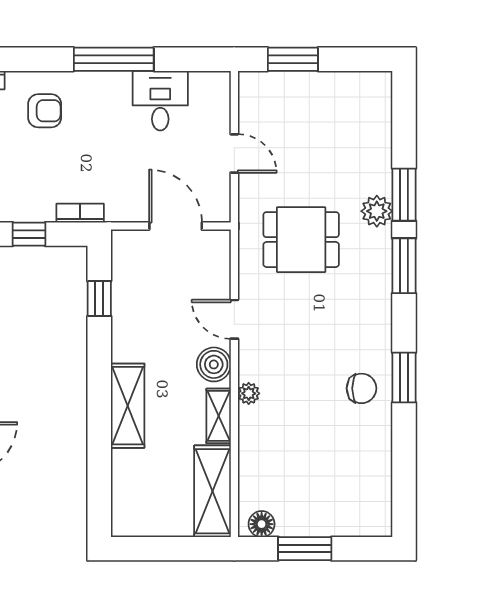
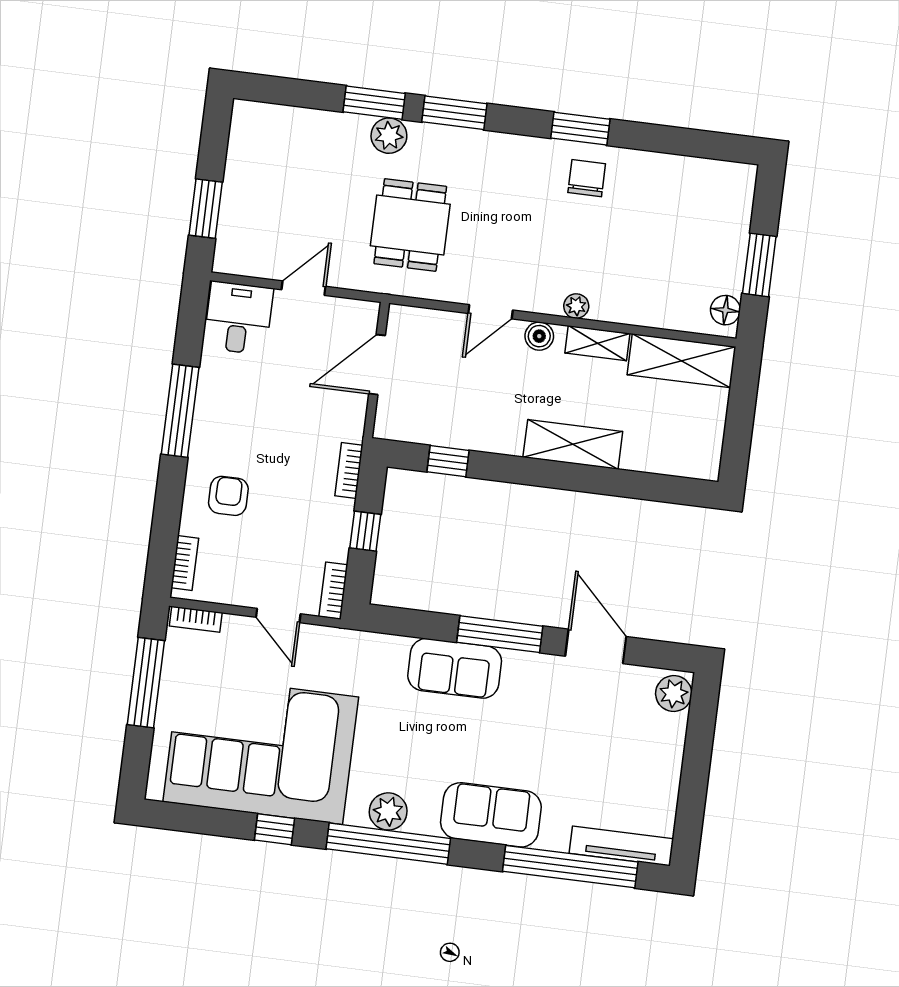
desk: (160, 101) -> (238, 318), moved, turned 90
boiler: (214, 364) -> (539, 336), width x0.73, depth x0.73

